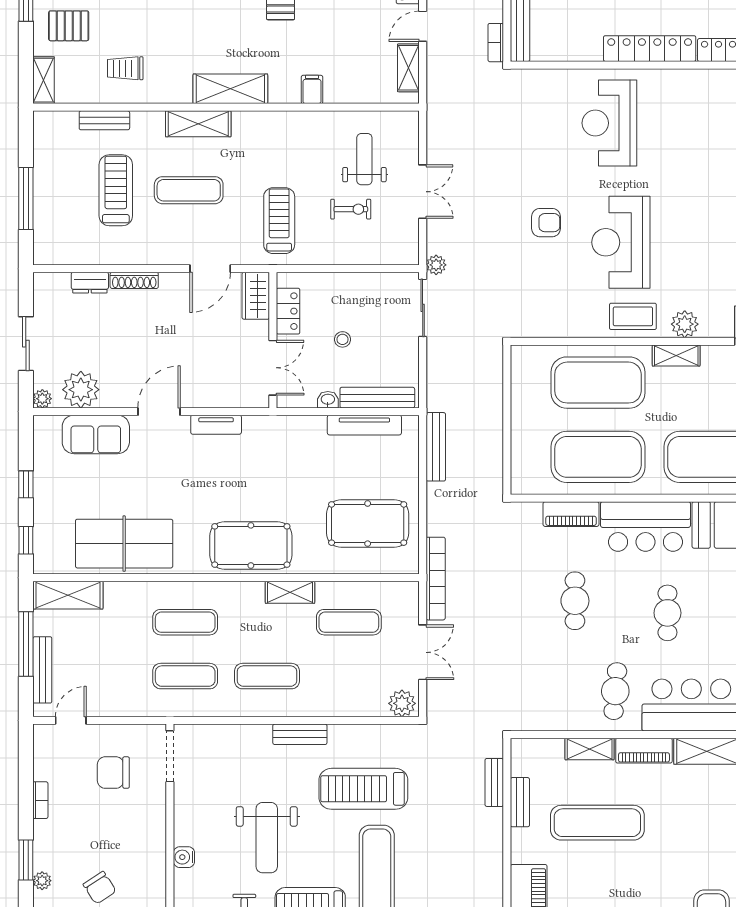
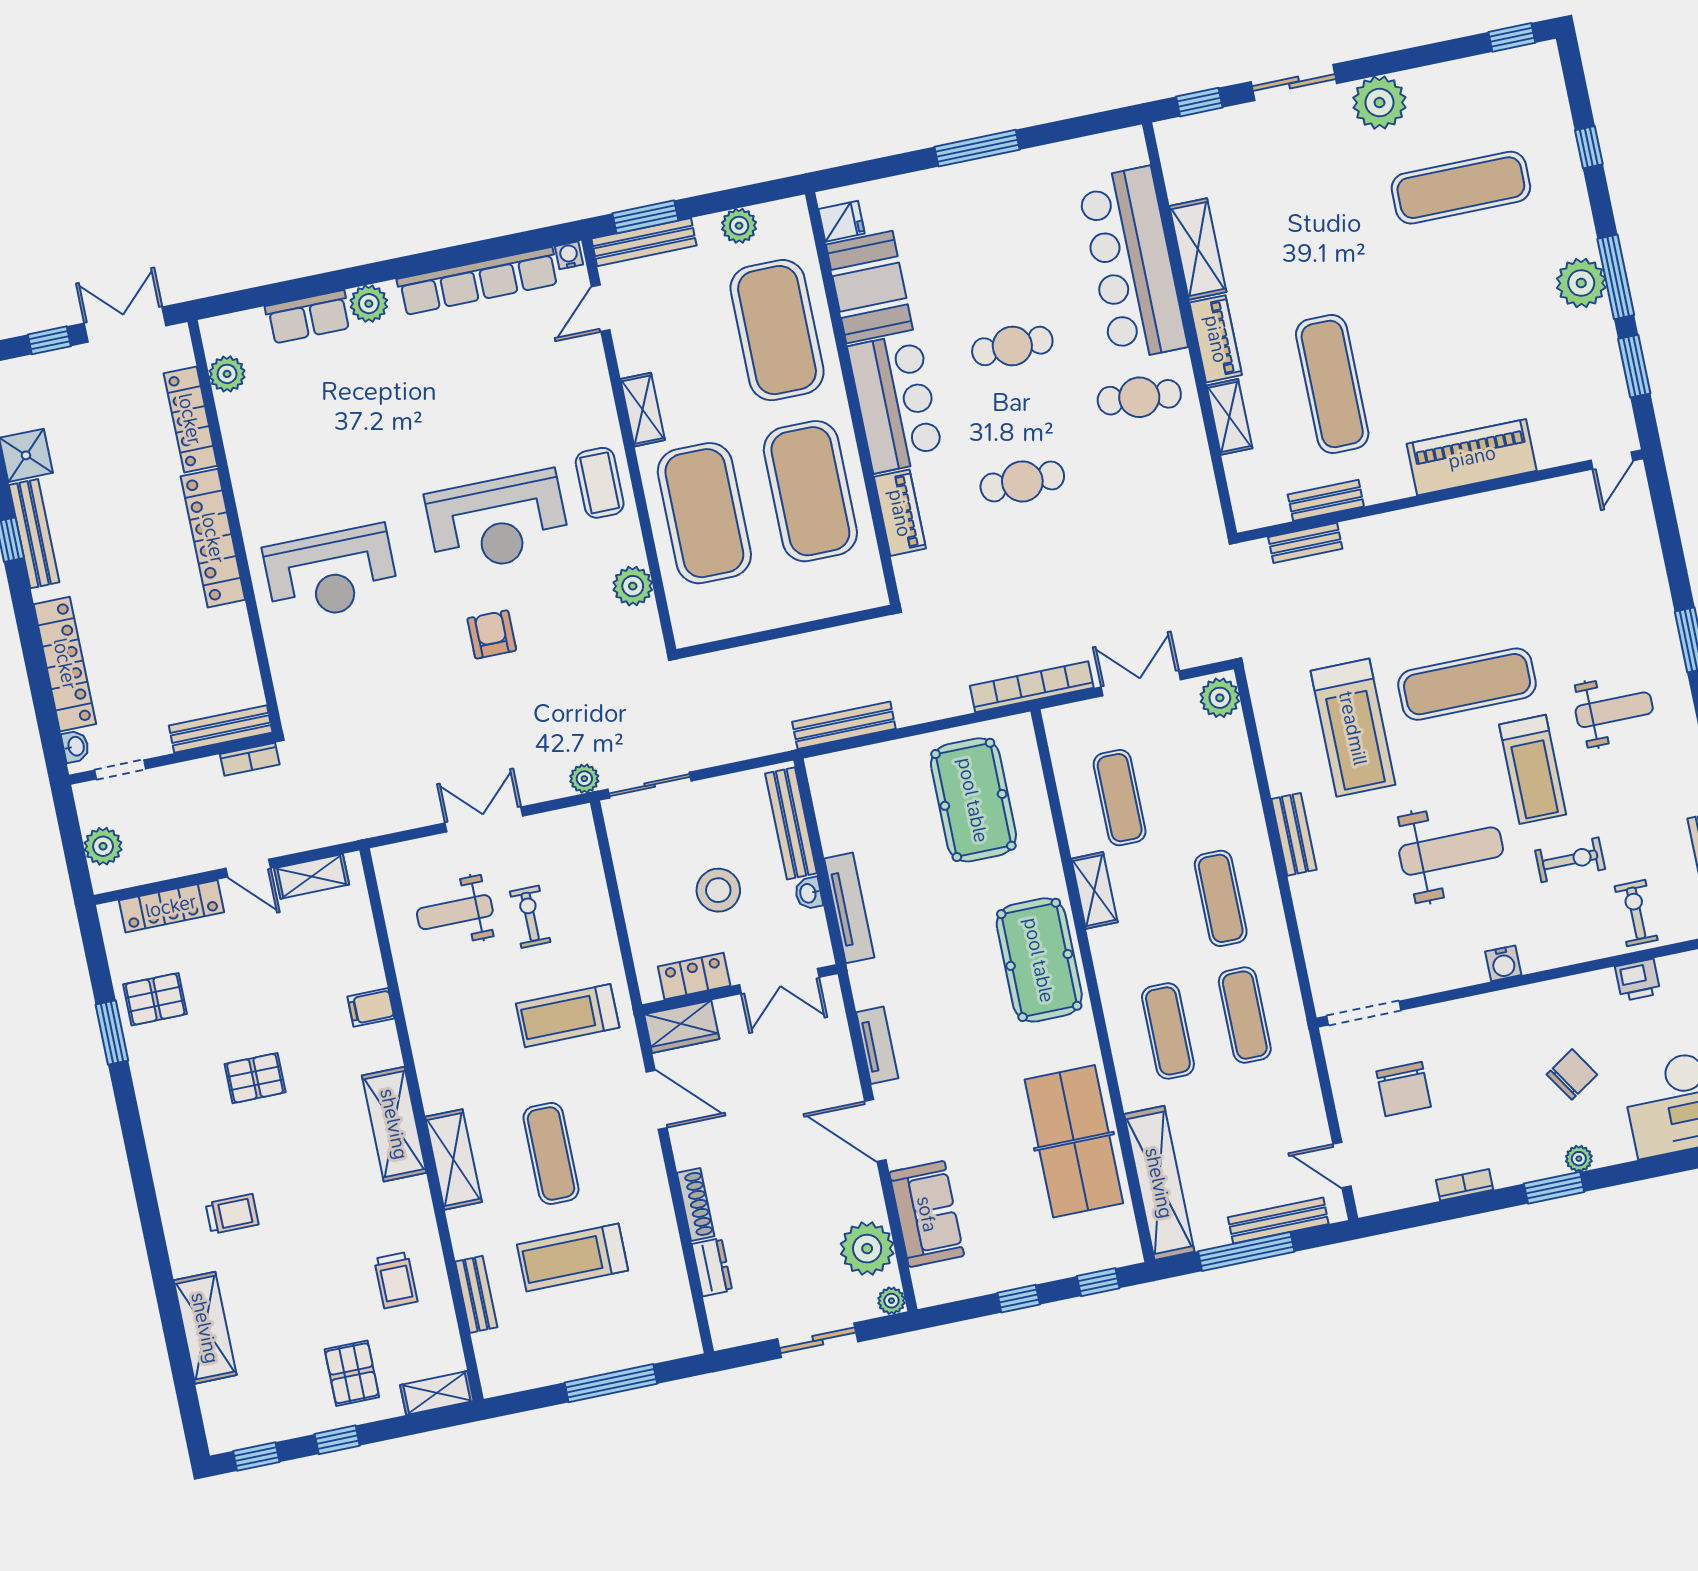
plant: (685, 324) -> (633, 586), moved
stool: (342, 339) -> (718, 890), width x1.89, depth x1.89
double door: (273, 368) -> (779, 981), swing flipped
tv unit: (364, 425) -> (849, 908), moved
shelving: (68, 595) -> (1159, 1183), width x1.47

